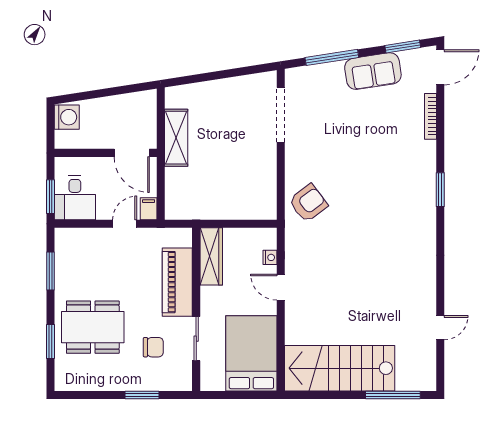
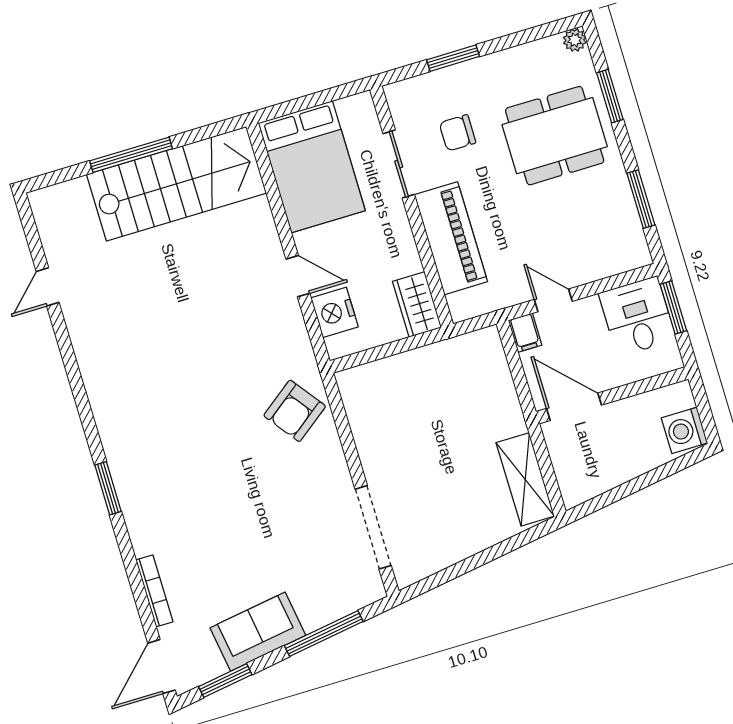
shelving: (176, 138) -> (525, 479), moved
door: (125, 224) -> (553, 300), swing flipped
wardrobe: (211, 256) -> (417, 304), width x0.67
nightstand: (270, 257) -> (334, 312), width x1.89, depth x1.79
plant: (62, 383) -> (575, 40), added
window: (393, 395) -> (131, 155), moved

